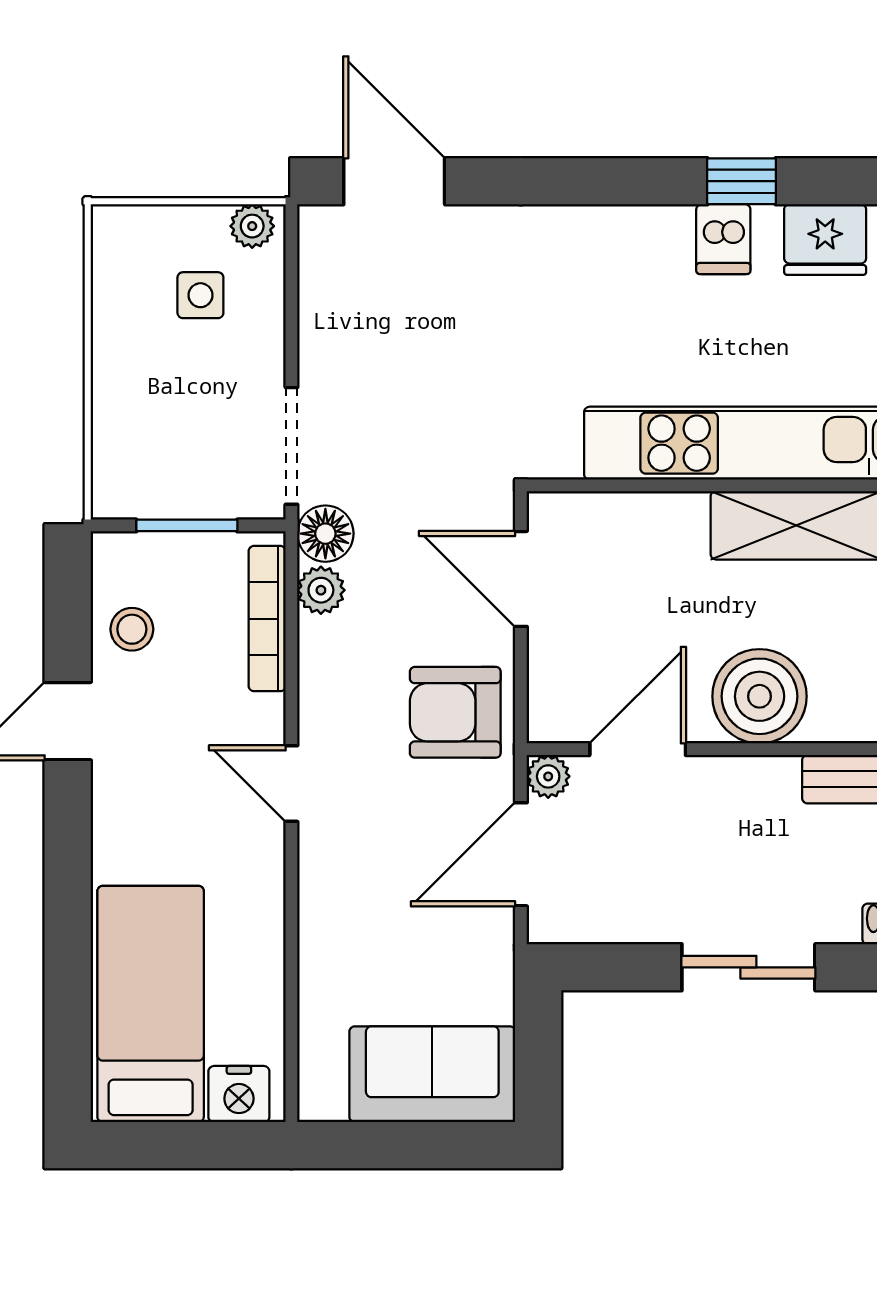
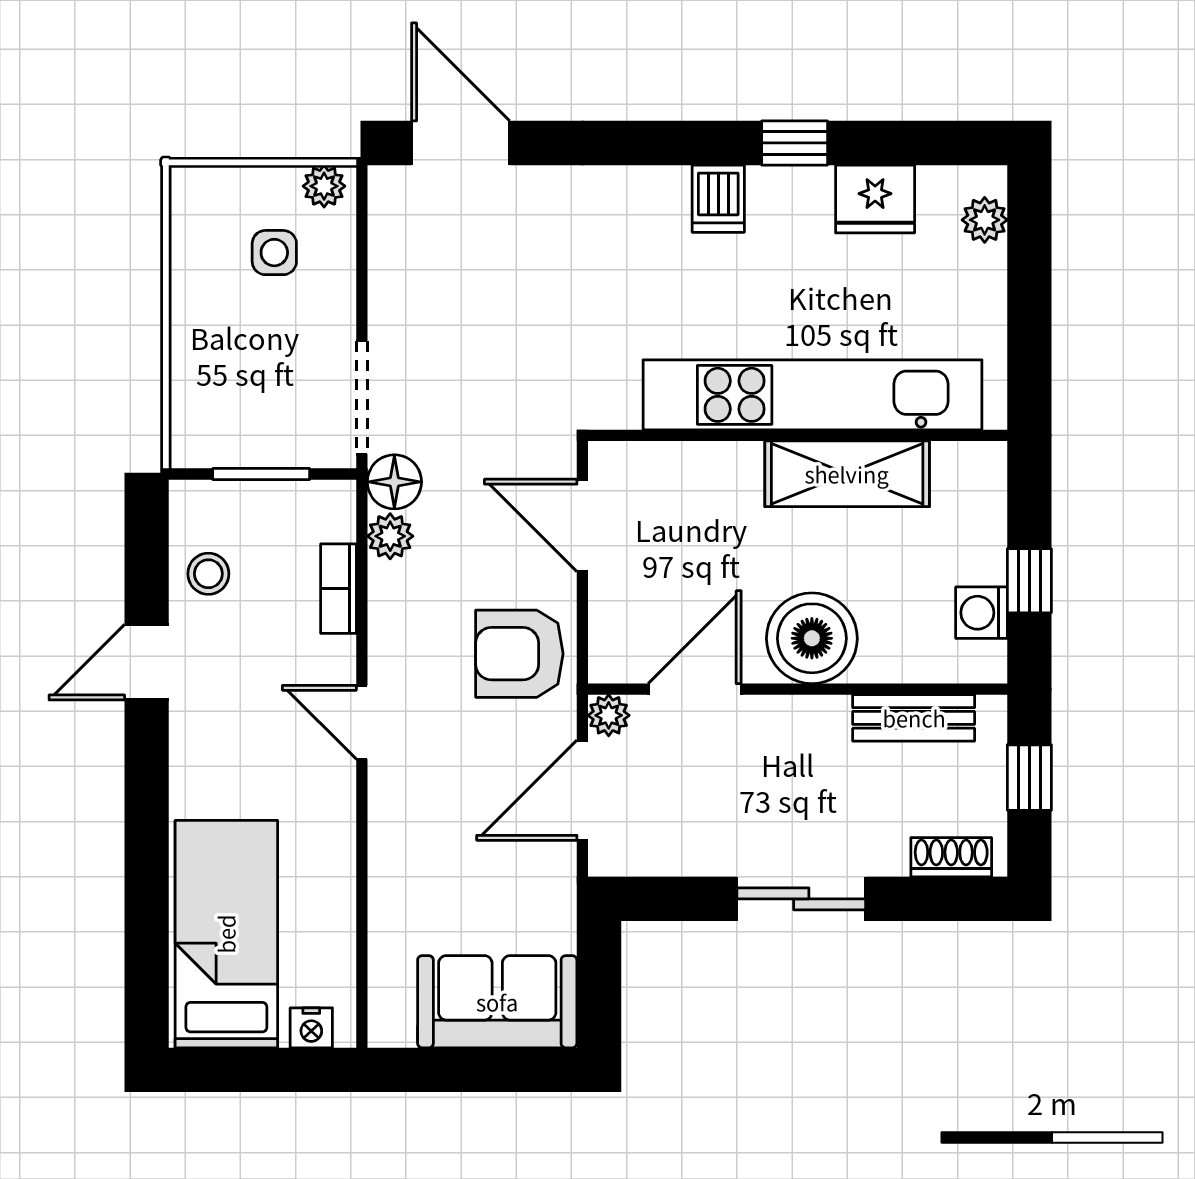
dishwasher: (723, 239) -> (718, 199), moved
bookcase: (267, 619) -> (338, 589), width x0.64
nightstand: (239, 1094) -> (311, 1028), width x0.72, depth x0.74

